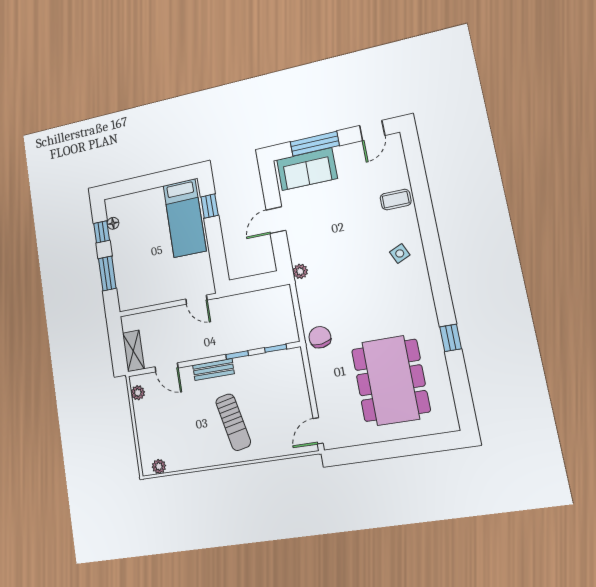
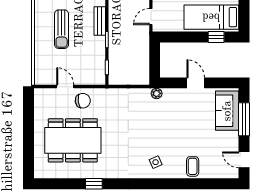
chair: (320, 337) -> (83, 101), moved
sun lounger: (233, 422) -> (62, 29), turned -78
door: (318, 431) -> (65, 87), moved

